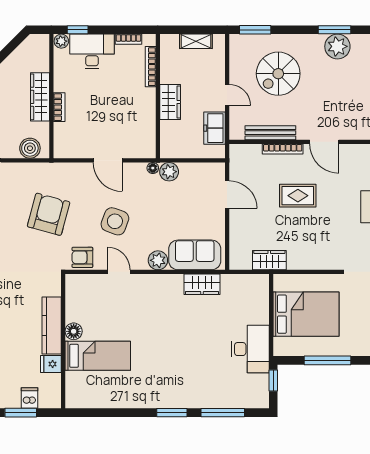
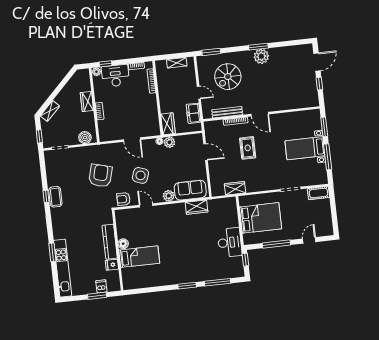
wardrobe: (40, 97) -> (87, 101), width x0.67
wardrobe: (170, 102) -> (168, 124), moved
rug: (298, 196) -> (248, 148), turned 90

